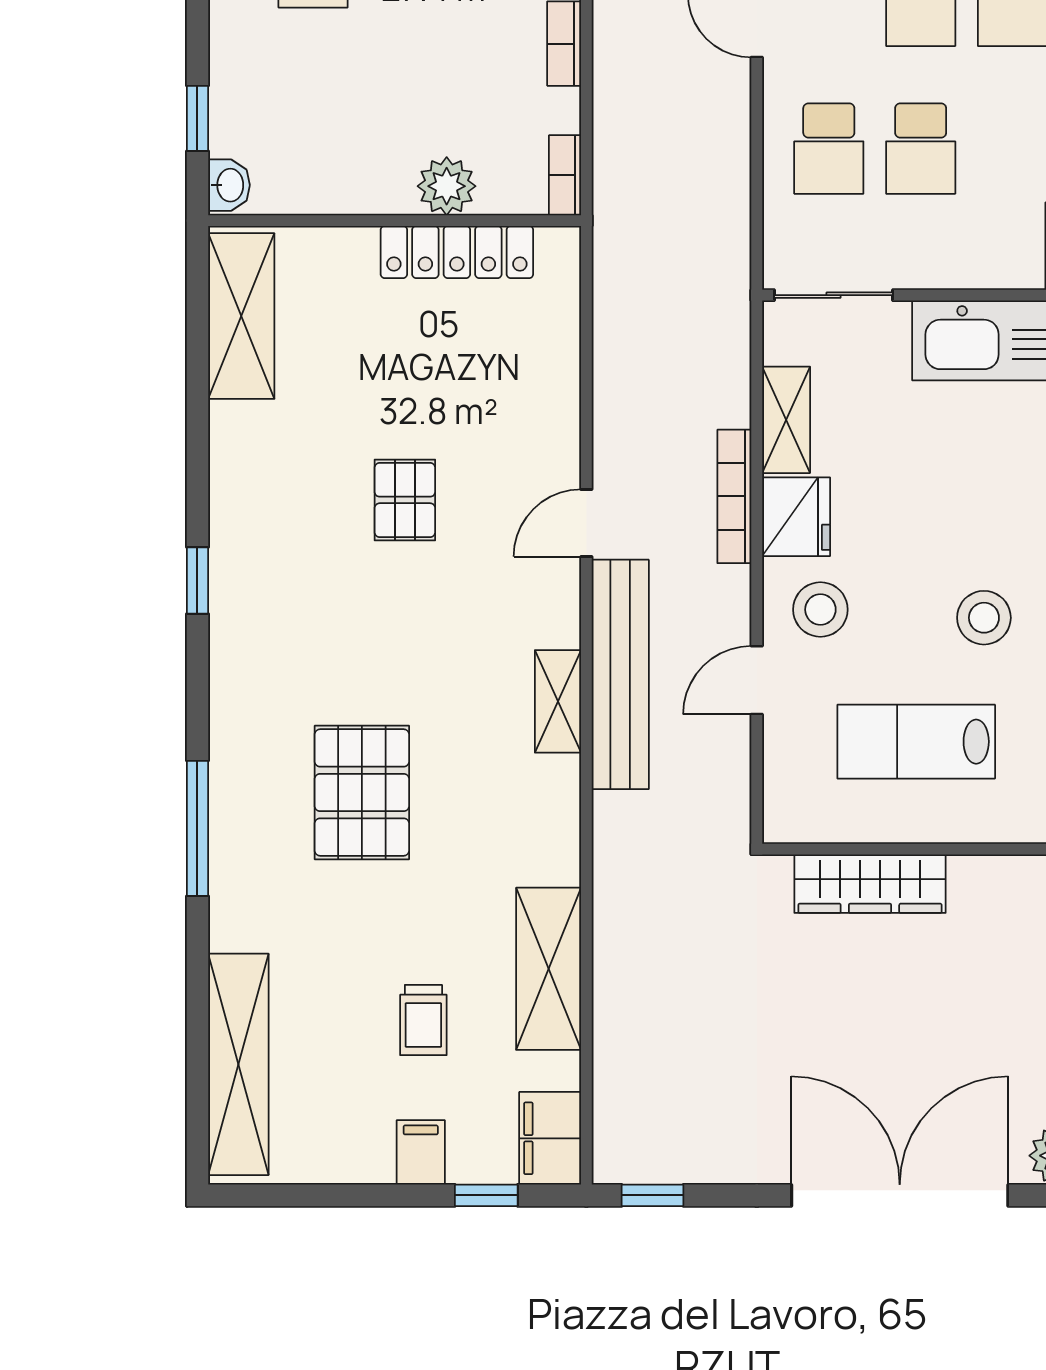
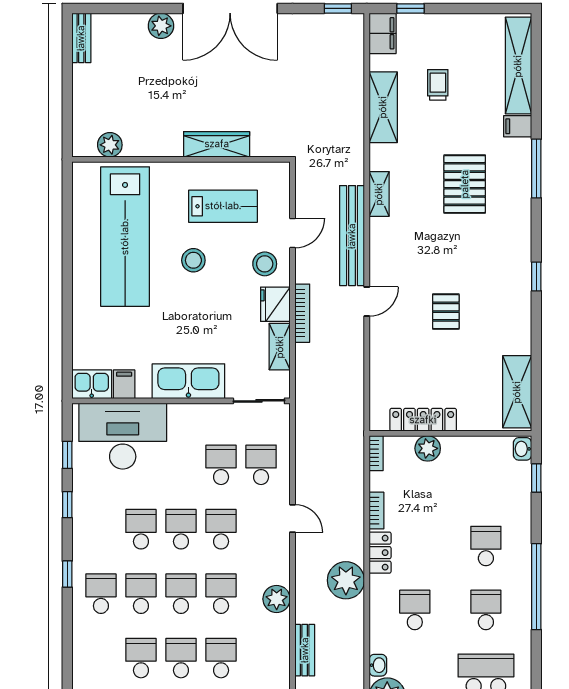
shelving: (558, 701) -> (379, 194), moved
wardrobe: (870, 884) -> (217, 144), moved
filing cabinet: (421, 1152) -> (518, 126), moved, turned 90

